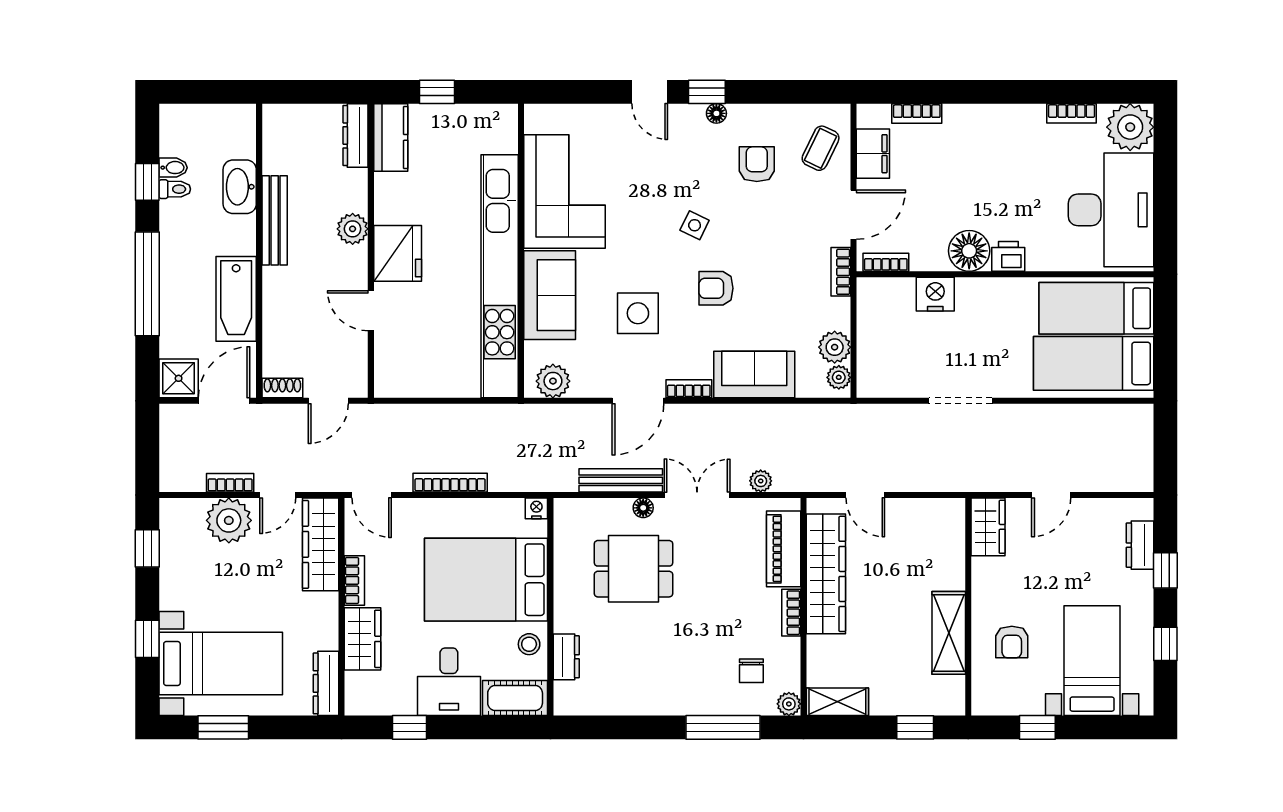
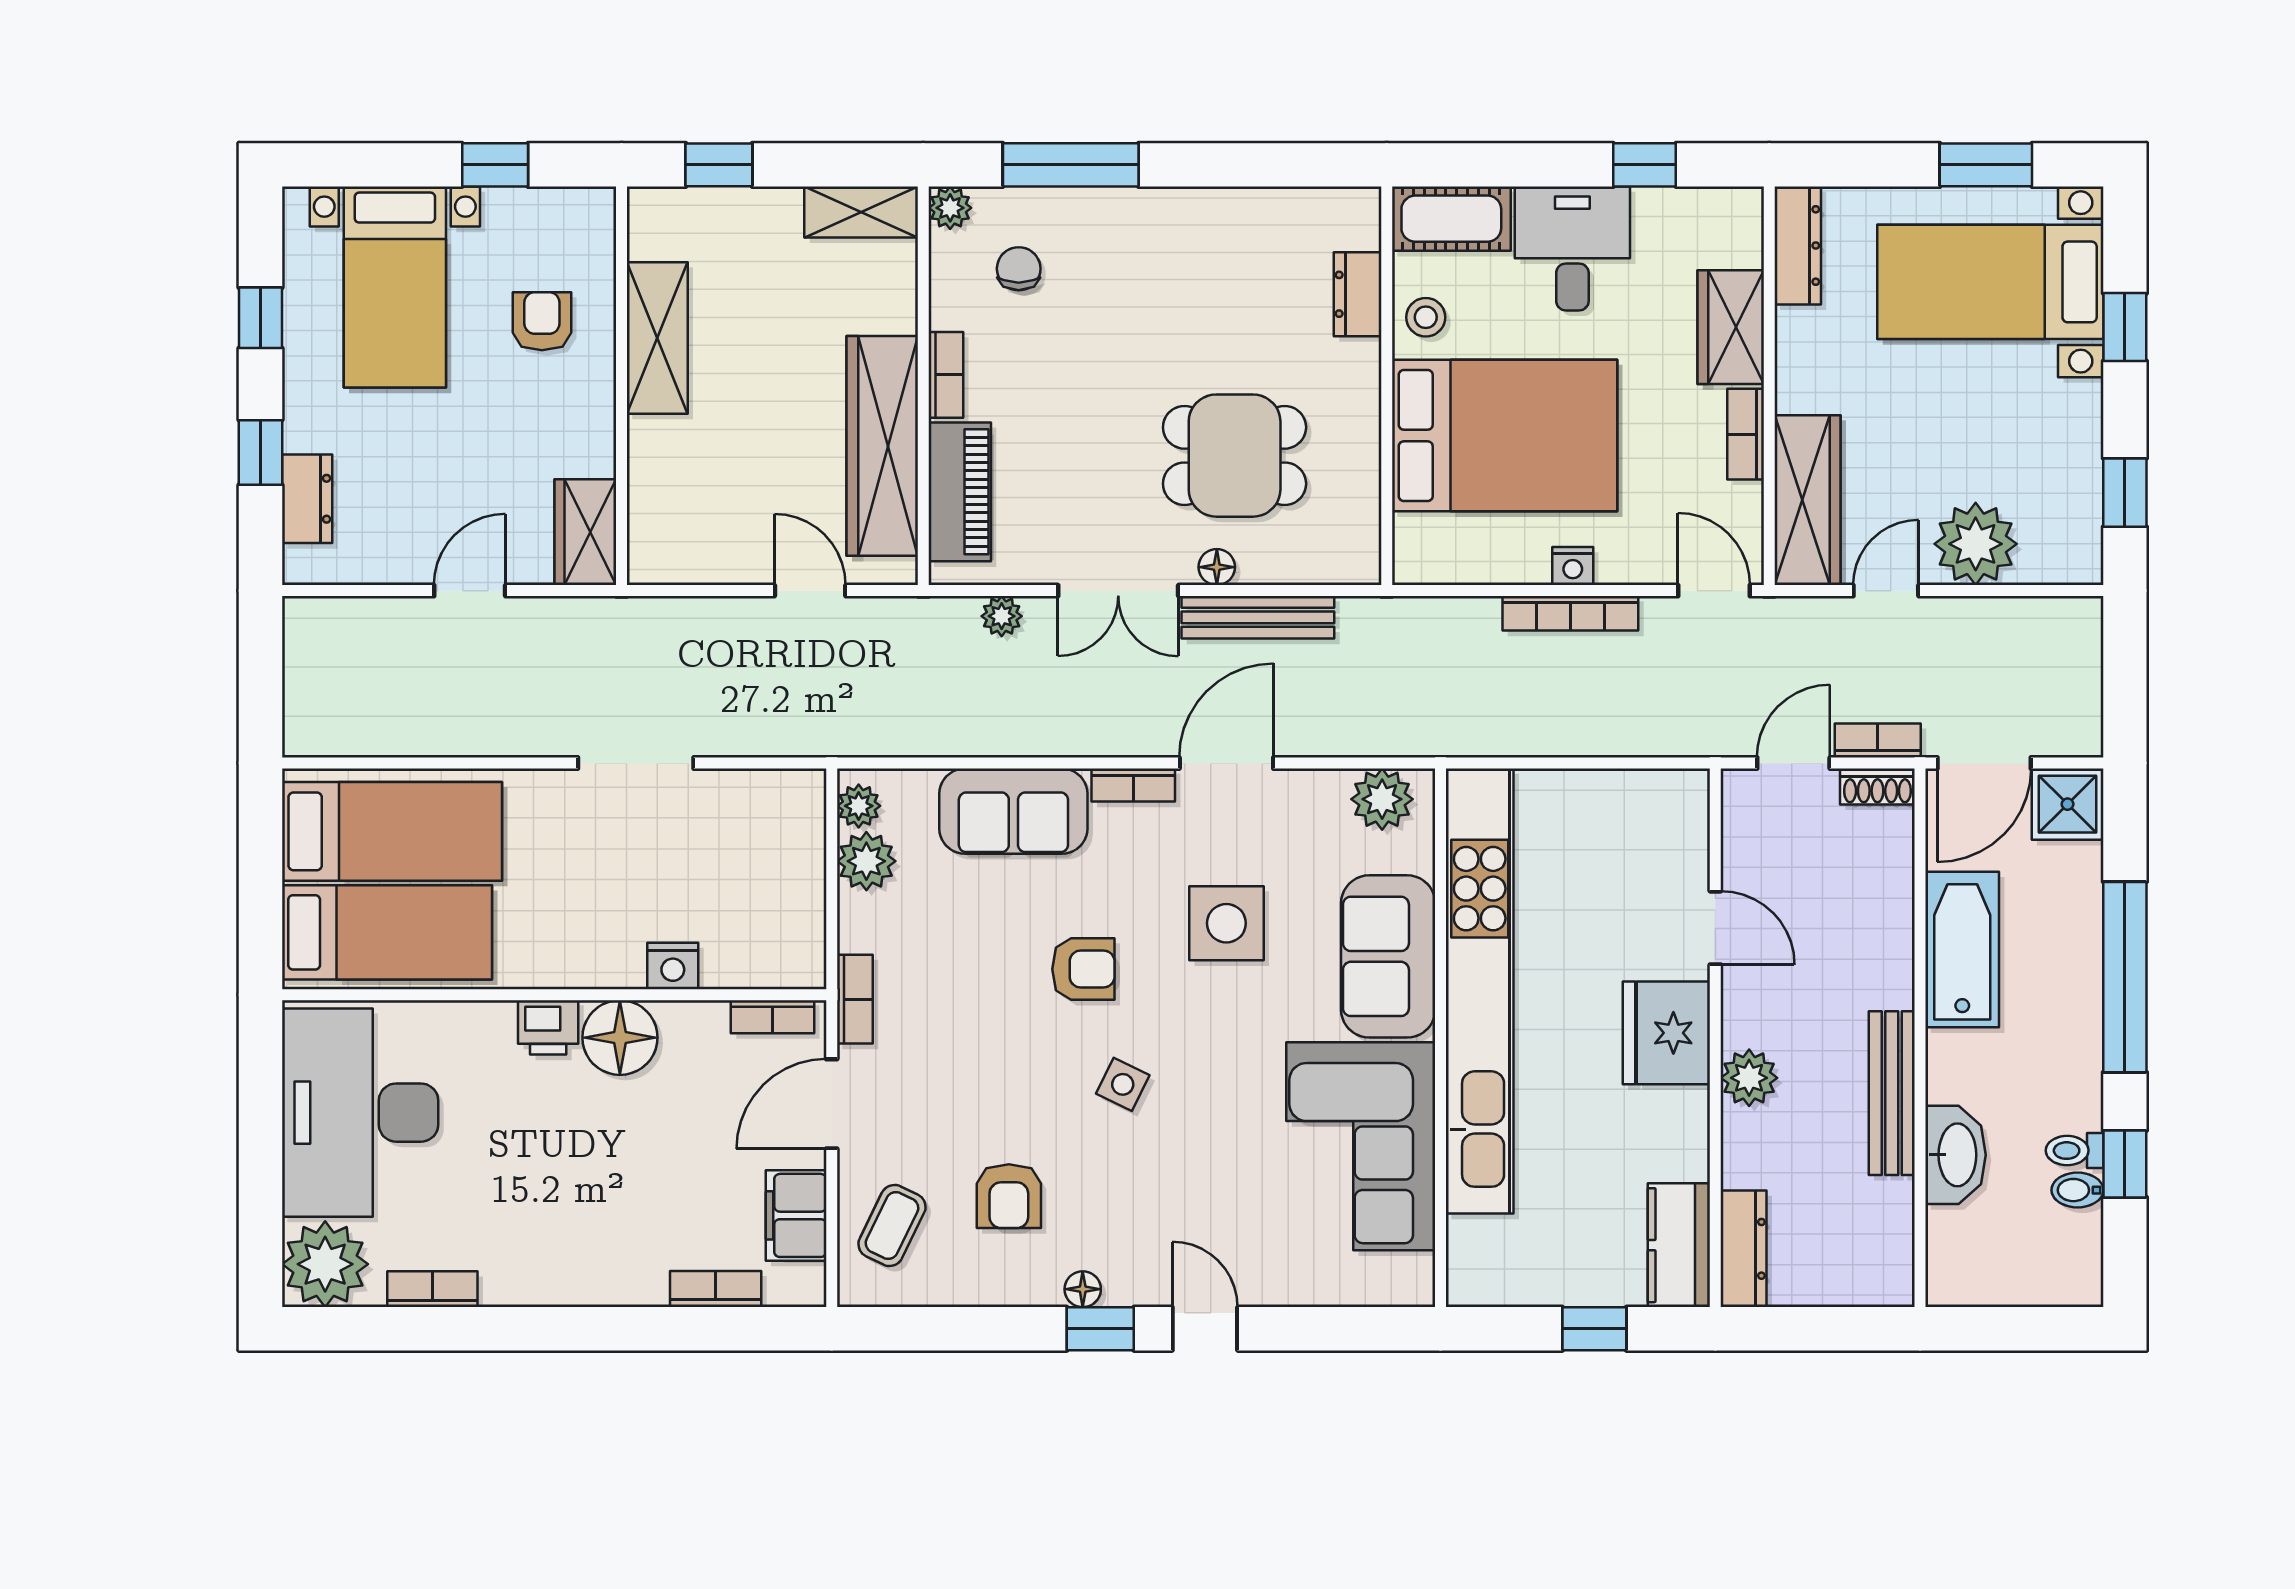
nightstand: (935, 294) -> (673, 966), width x0.74, depth x0.75
bookcase: (230, 483) -> (1878, 740), moved, turned 180
nightstand: (536, 508) -> (1573, 566), moved

